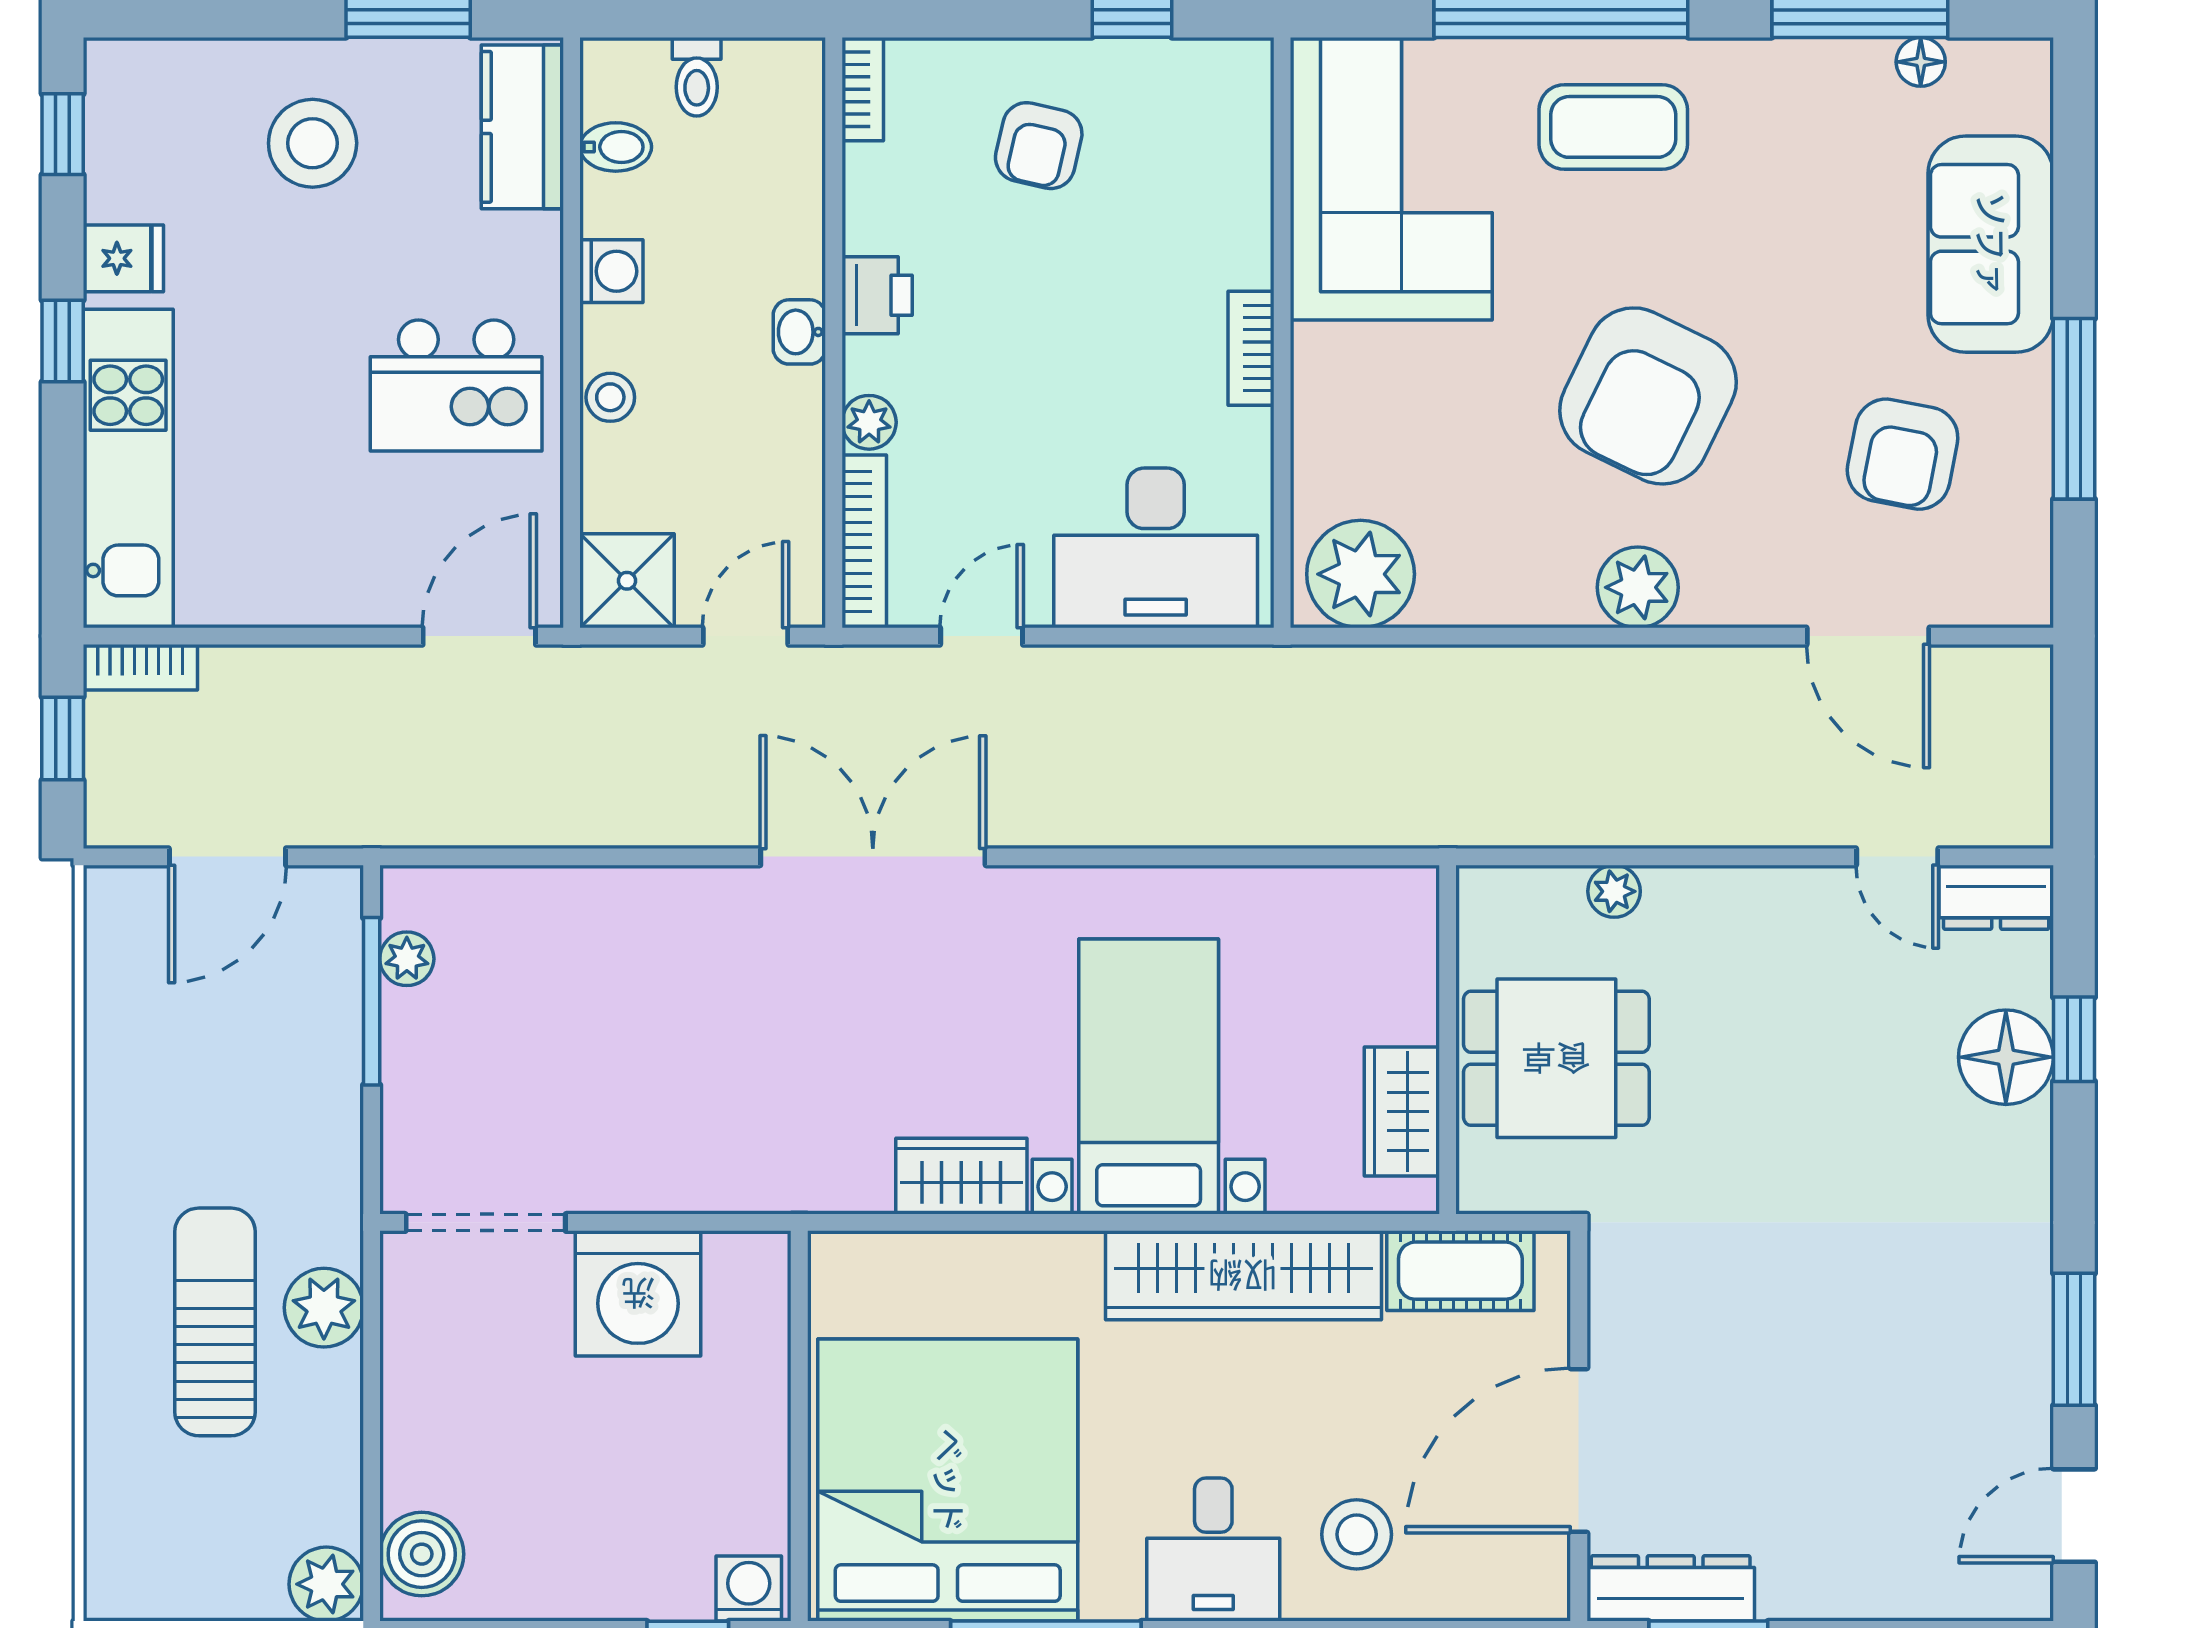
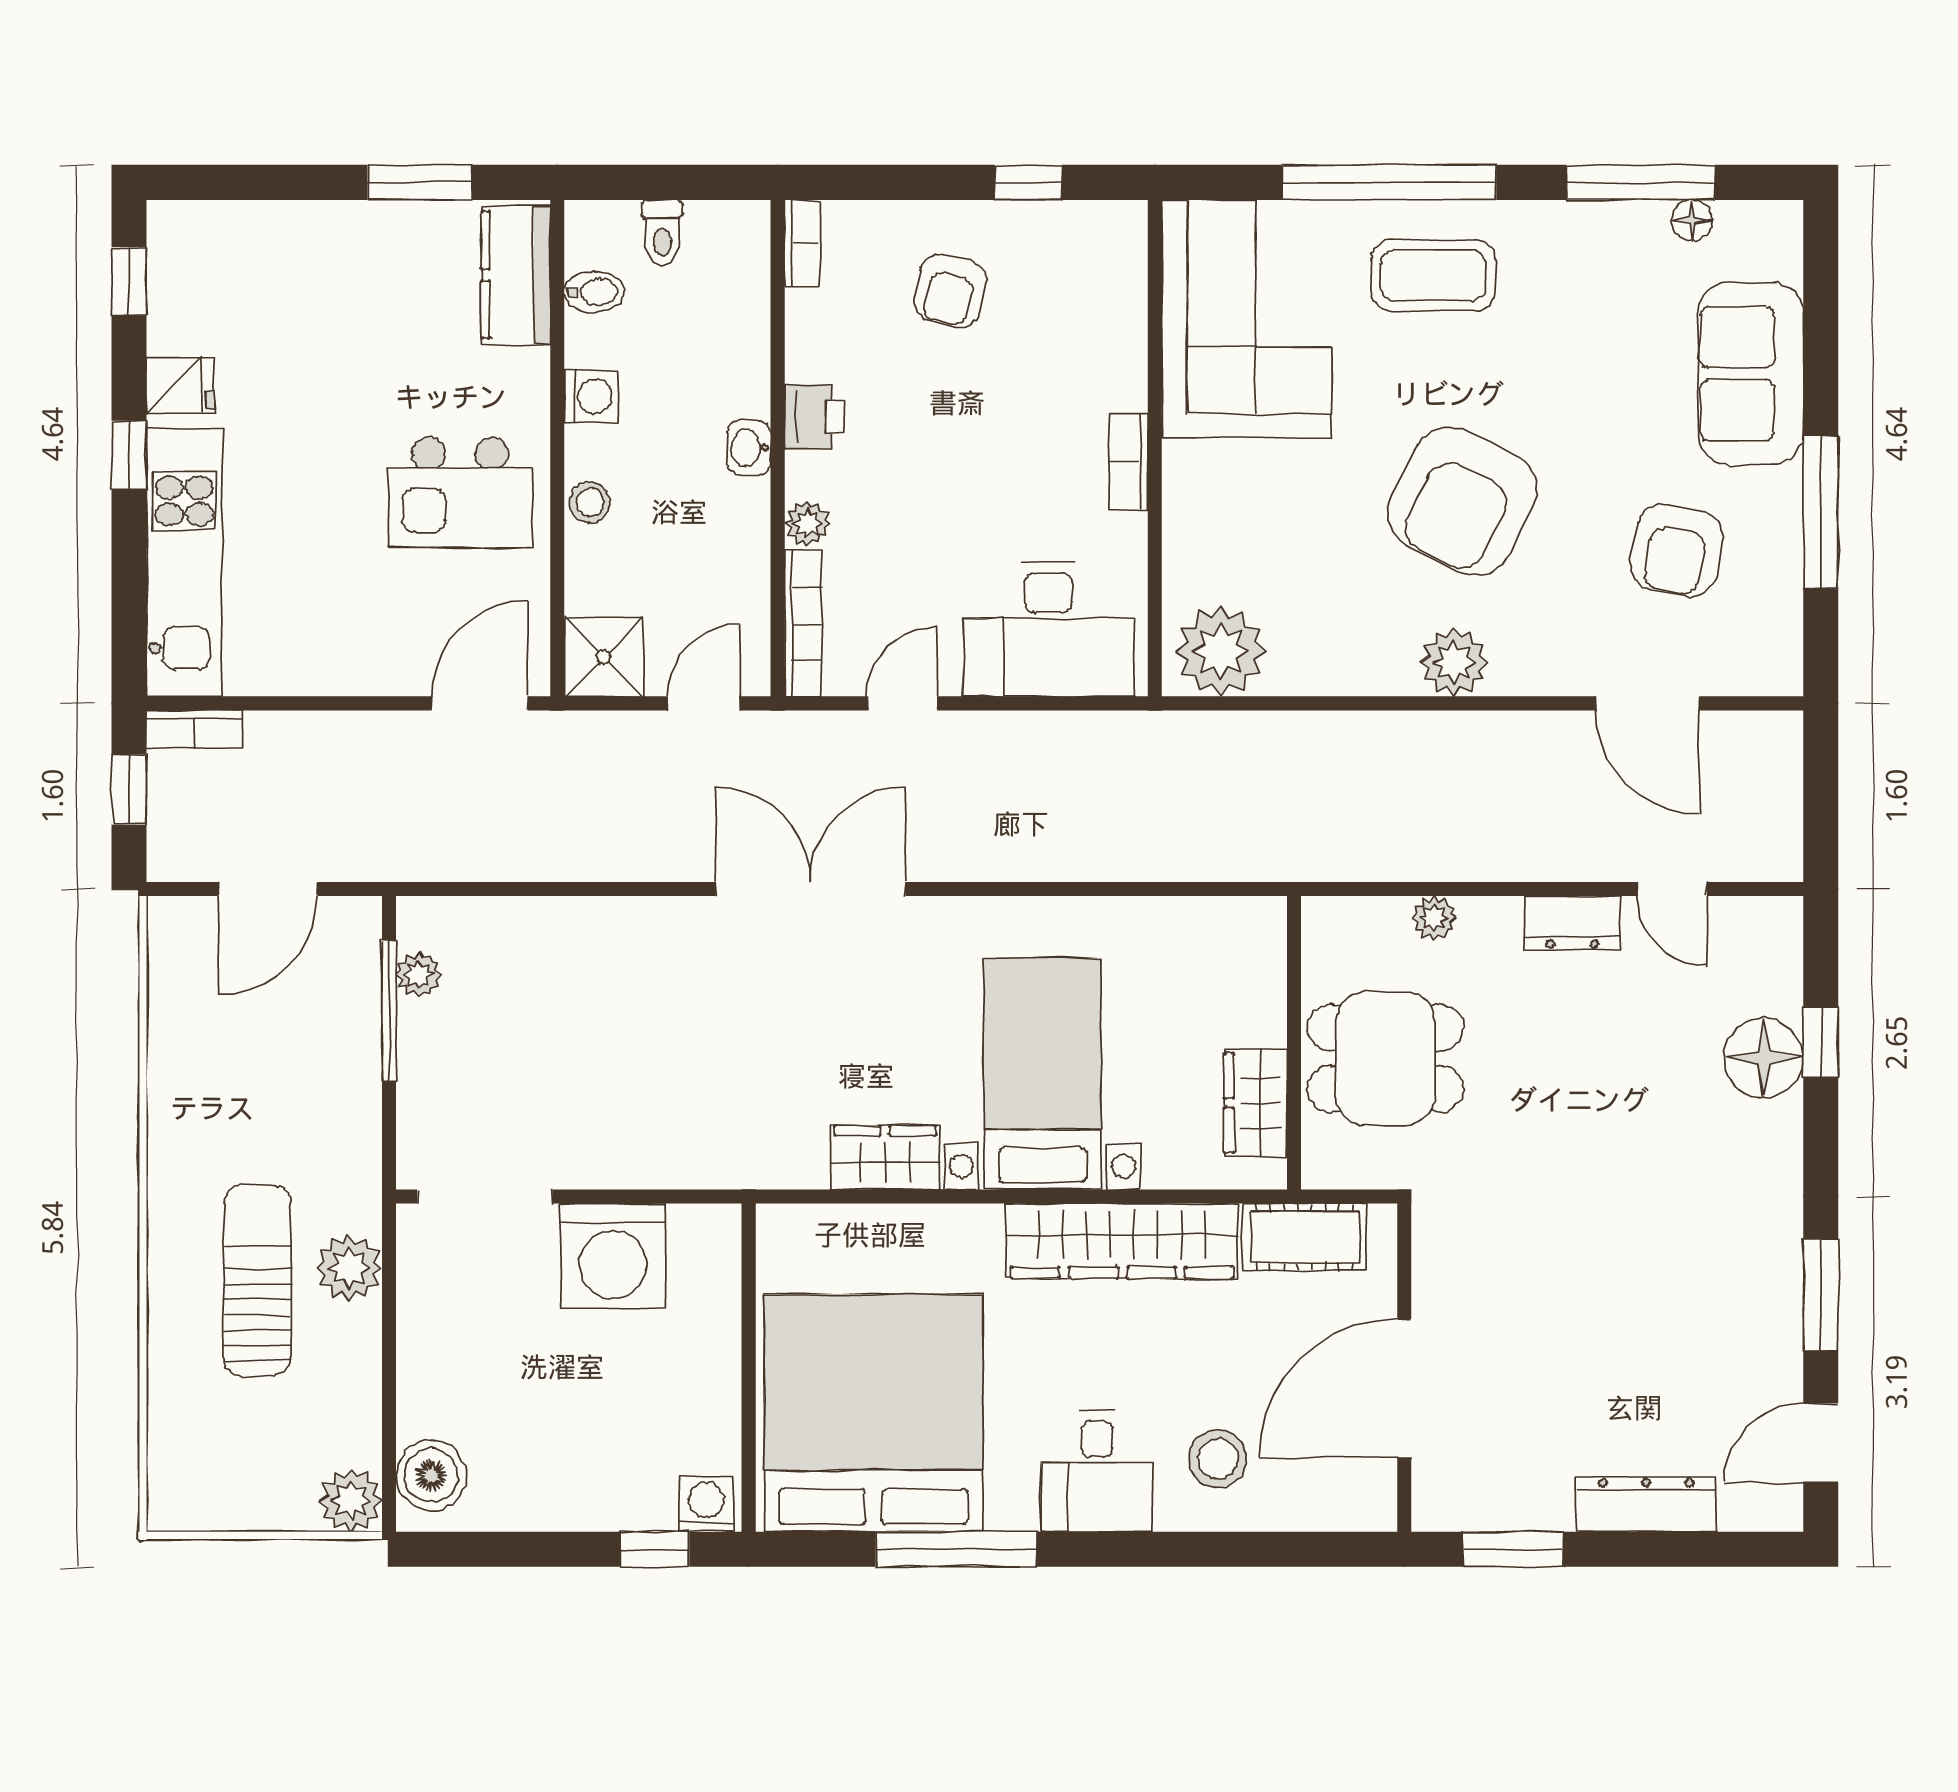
stool: (313, 143) -> (339, 289), removed
dresser: (1996, 897) -> (1572, 923), moved
dresser: (1671, 1588) -> (1646, 1504), moved

